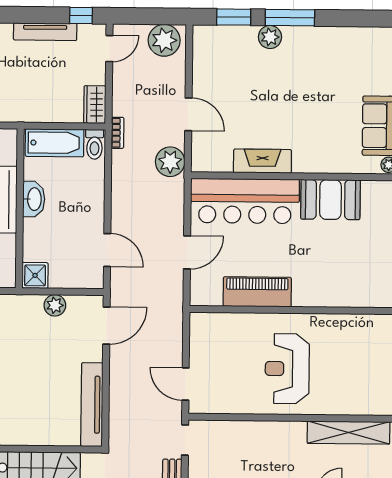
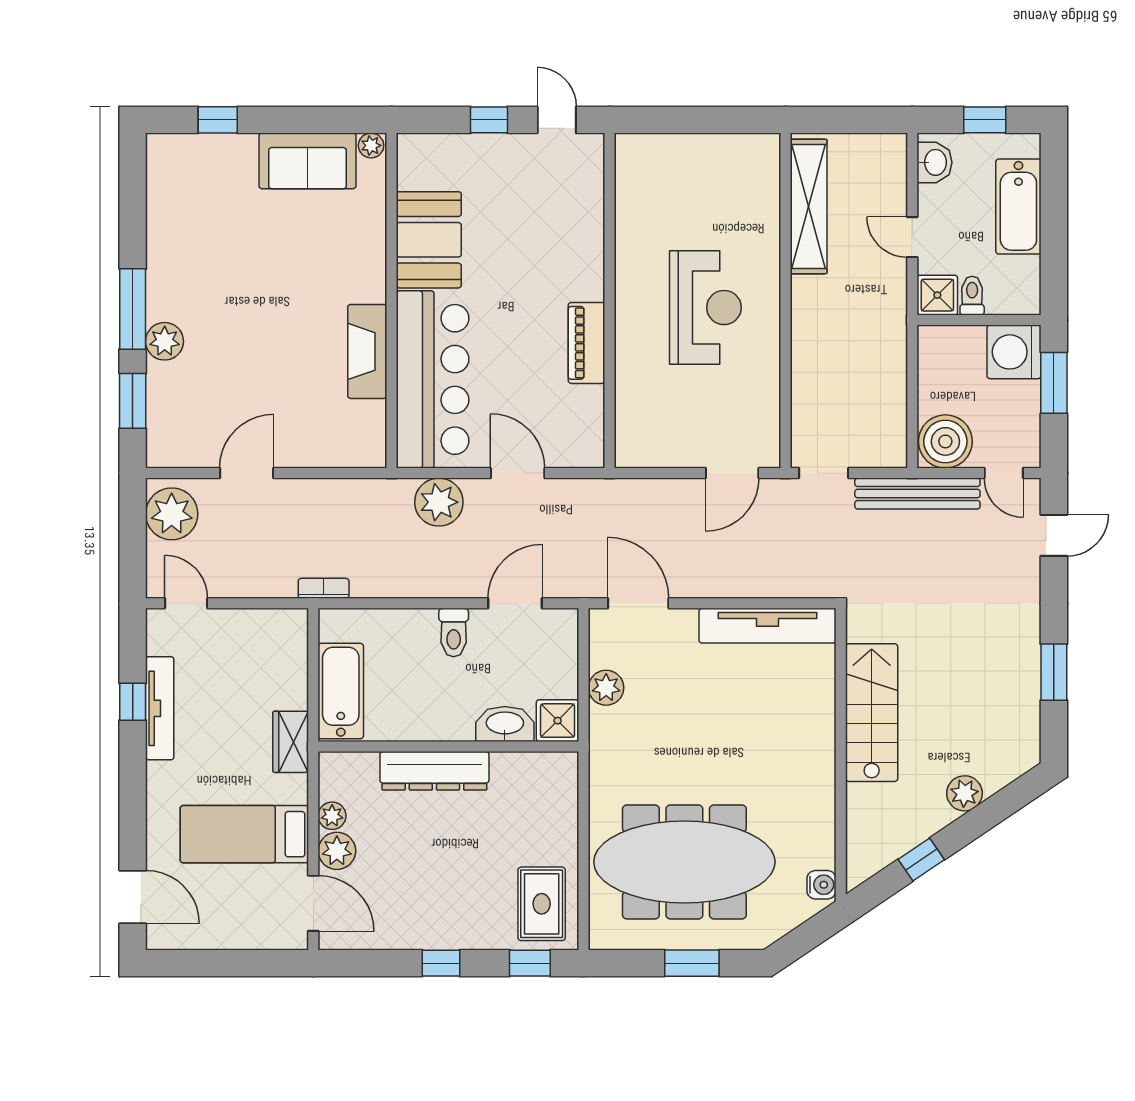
window: (81, 15) -> (133, 702), moved
wardrobe: (95, 105) -> (291, 742), moved, turned 90
door: (188, 114) -> (247, 473), moved
toilet: (94, 144) -> (454, 633), moved, turned 90
plant: (170, 162) -> (439, 502), moved
washbasin: (34, 199) -> (505, 724), moved
piano: (257, 292) -> (587, 343), width x0.73, depth x0.75
reception desk: (287, 369) -> (705, 308), turned -90

